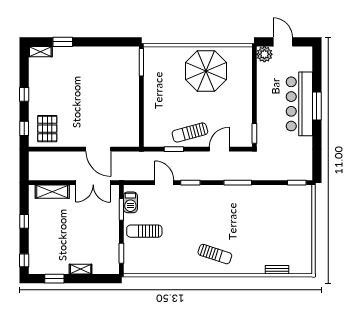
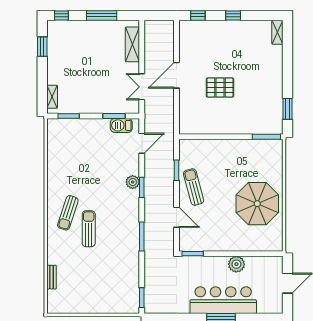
window: (63, 42) -> (287, 109), moved
plant: (264, 54) -> (236, 264), moved
pallet: (47, 129) -> (220, 88), moved
door: (98, 149) -> (176, 75), moved
double door: (93, 183) -> (142, 87), width x0.73
door: (164, 183) -> (142, 143), moved
plant: (185, 191) -> (133, 182), added
window: (24, 221) -> (102, 15), width x2.17
sun lounger: (144, 231) -> (89, 229), moved
shelving: (81, 269) -> (52, 97), moved

